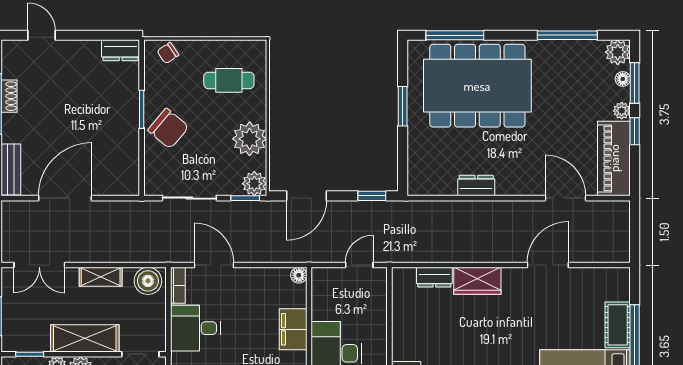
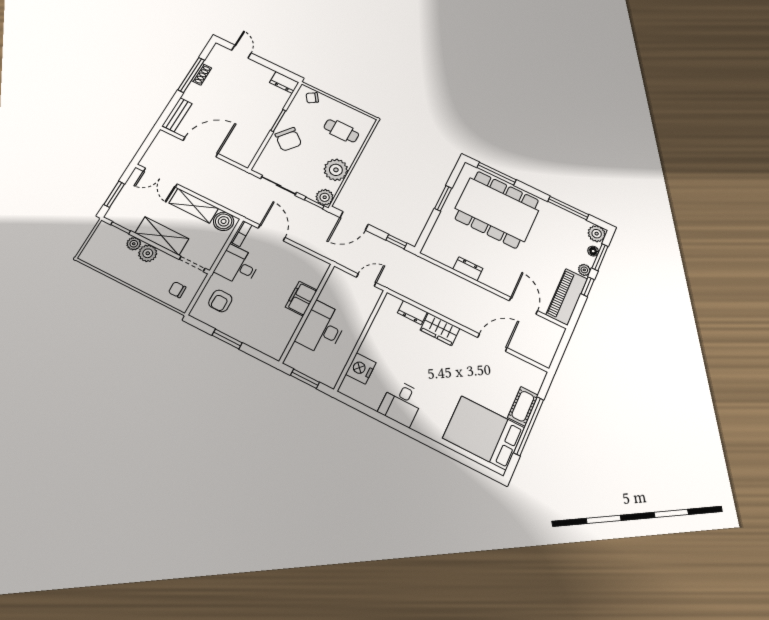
floor lamp: (299, 275) -> (323, 267), removed
shelving: (101, 277) -> (194, 206), width x1.50, depth x1.33

